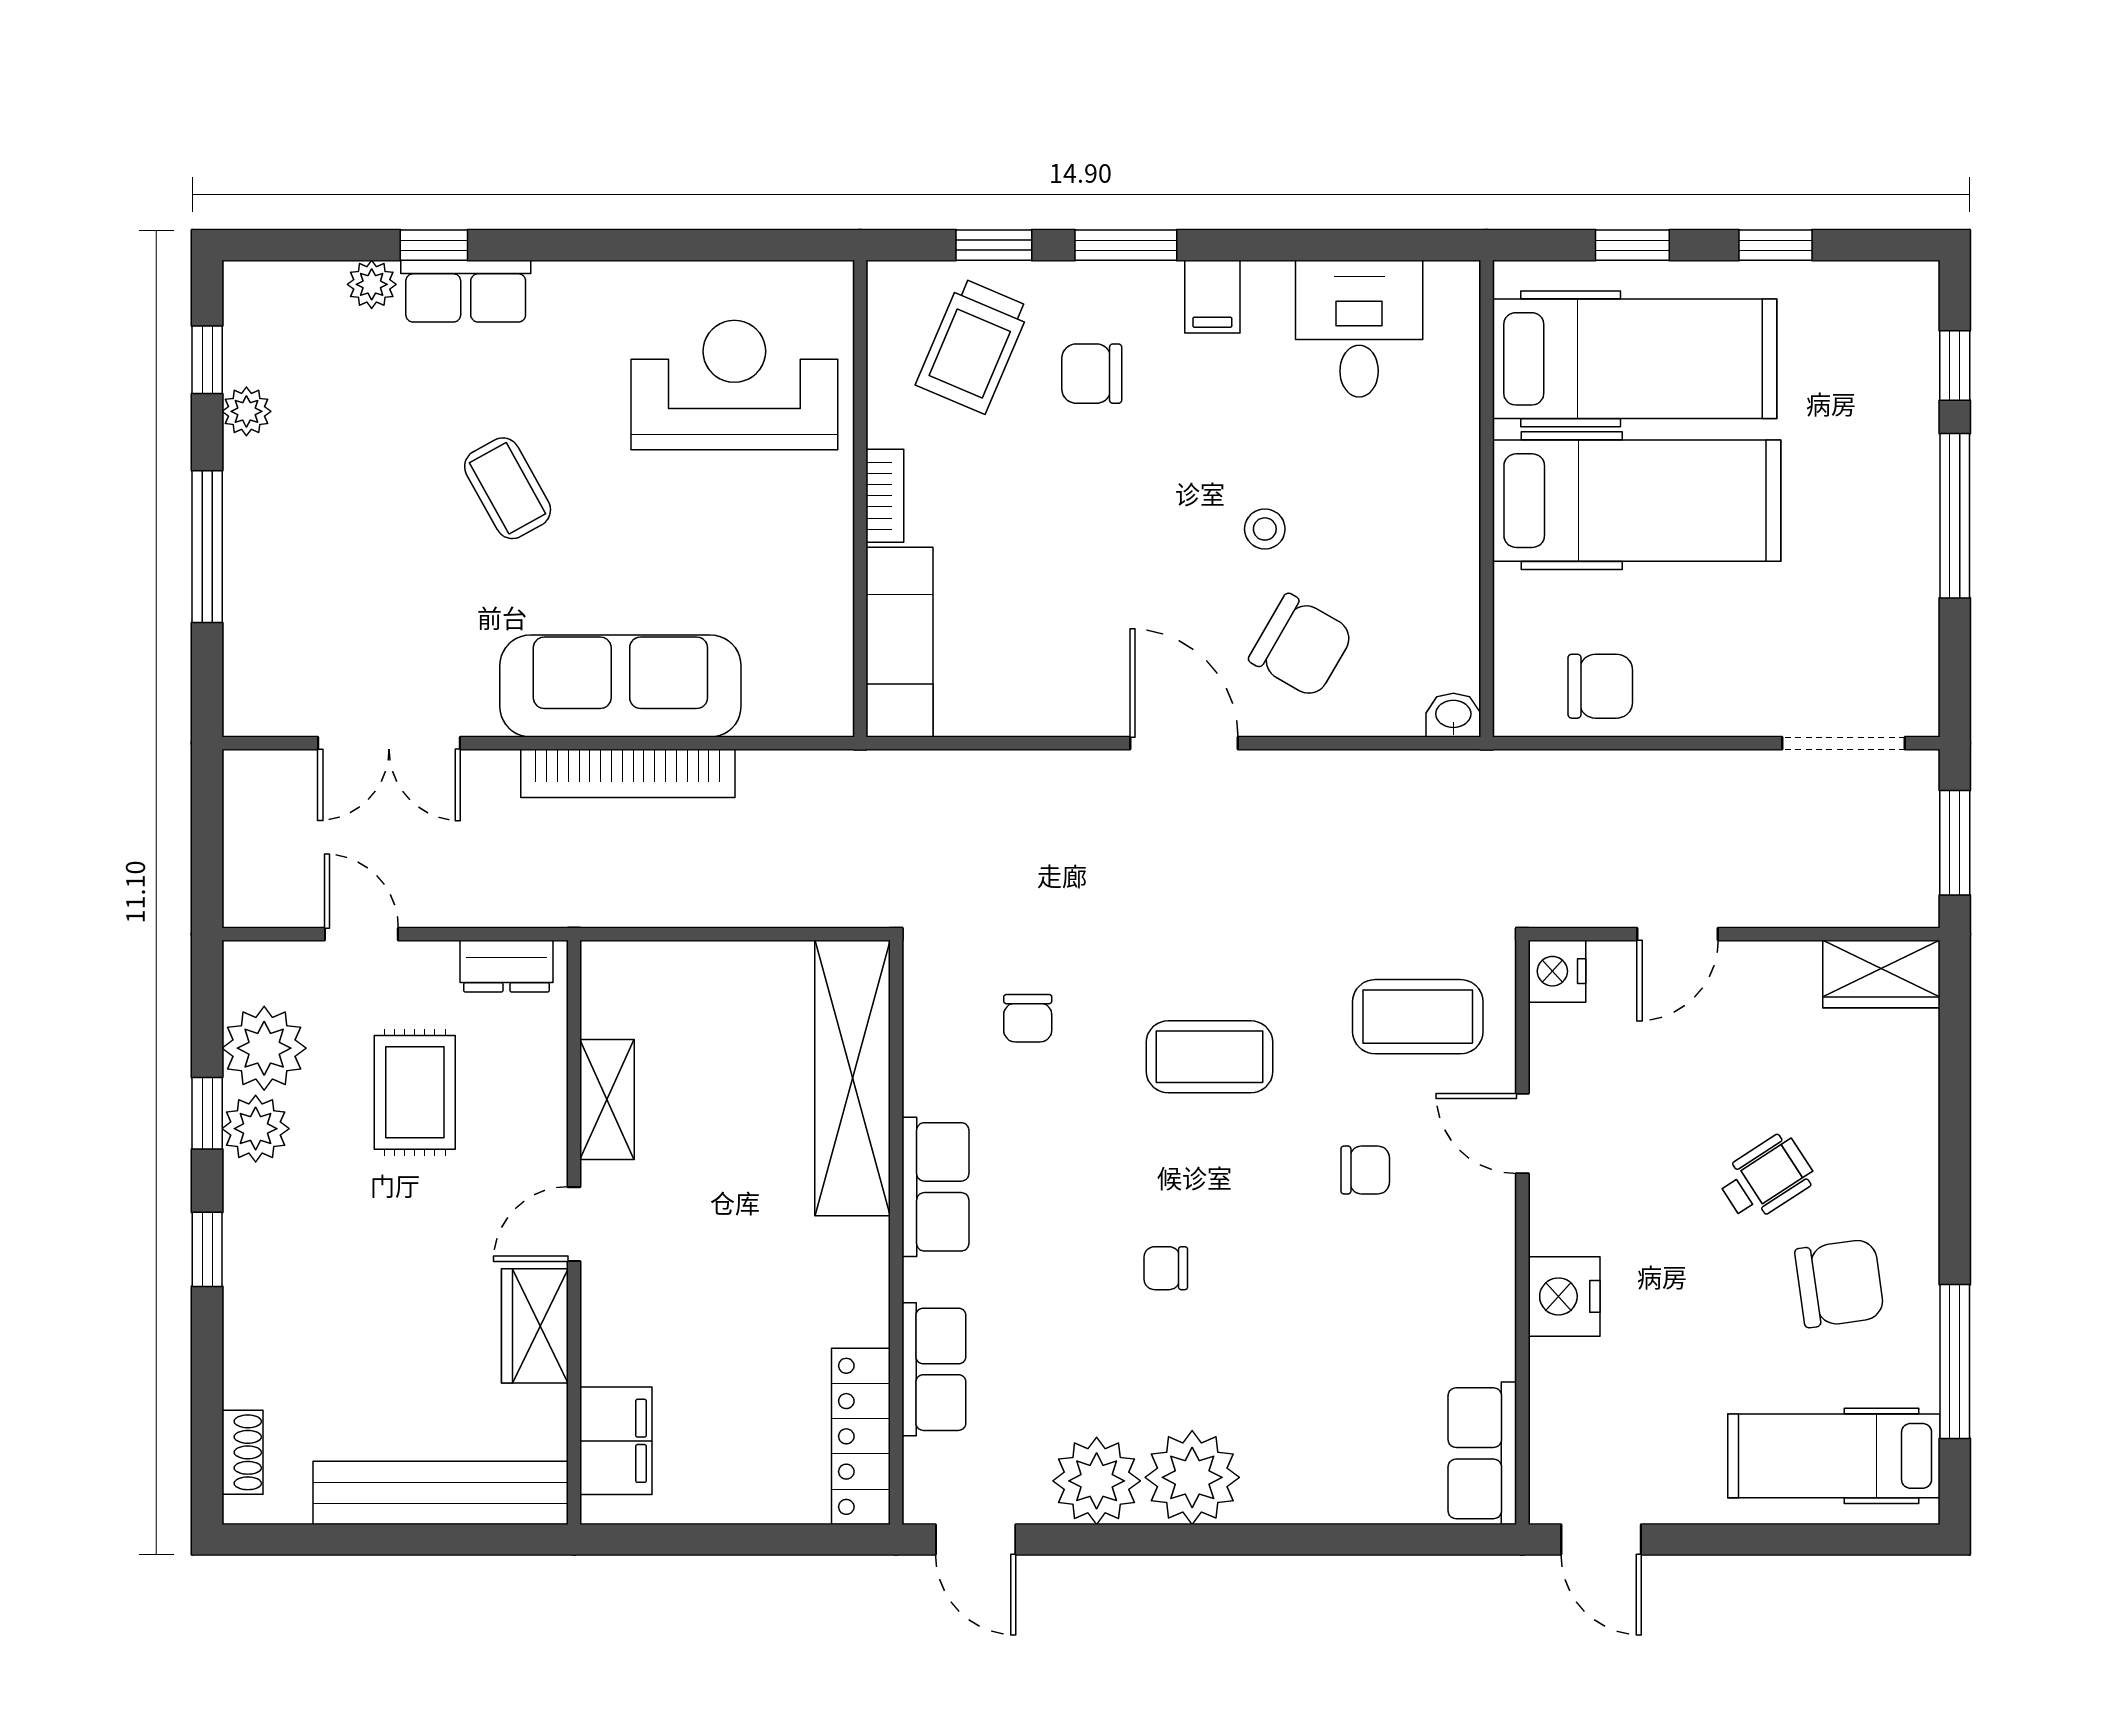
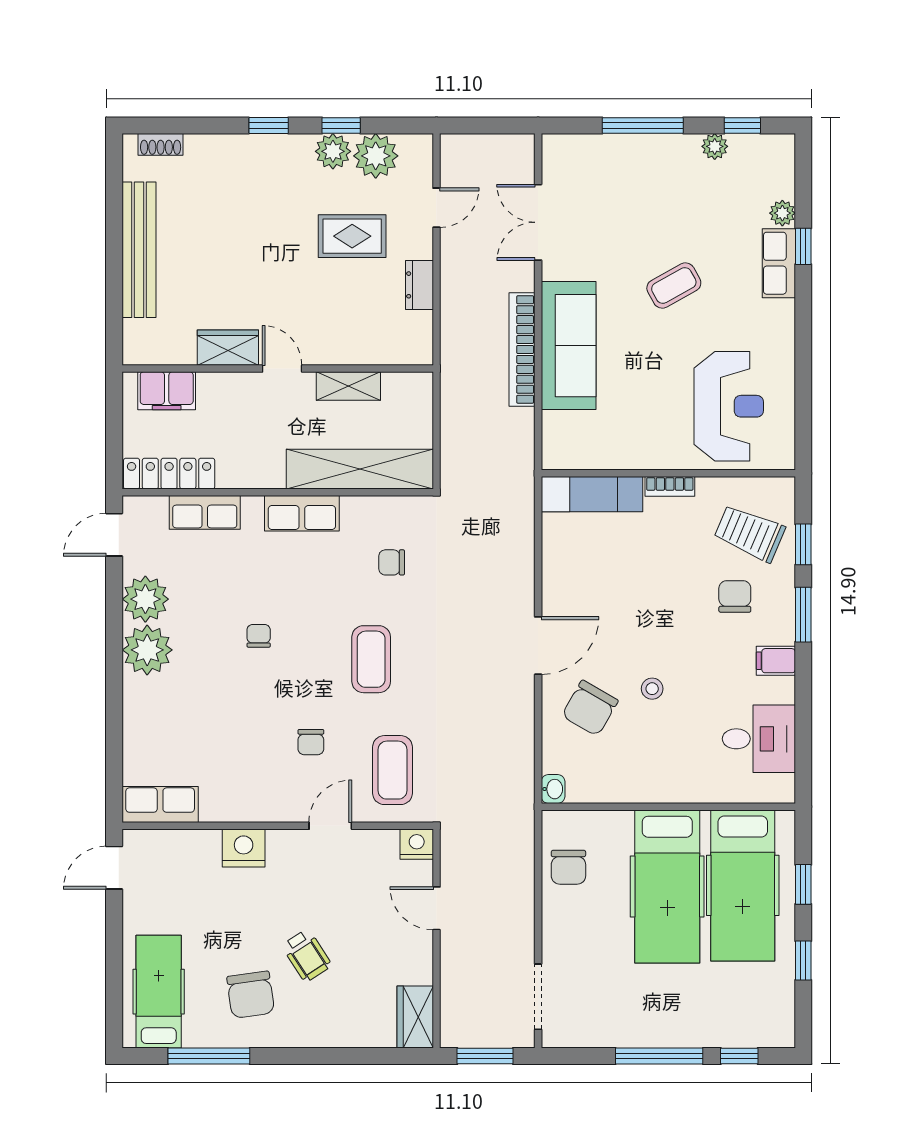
shelving: (607, 1100) -> (348, 386), moved
door: (574, 1224) -> (282, 368), moved
wall: (574, 1232) -> (278, 368), moved
wardrobe: (535, 1326) -> (228, 348), moved
filing cabinet: (616, 1441) -> (167, 391), moved

